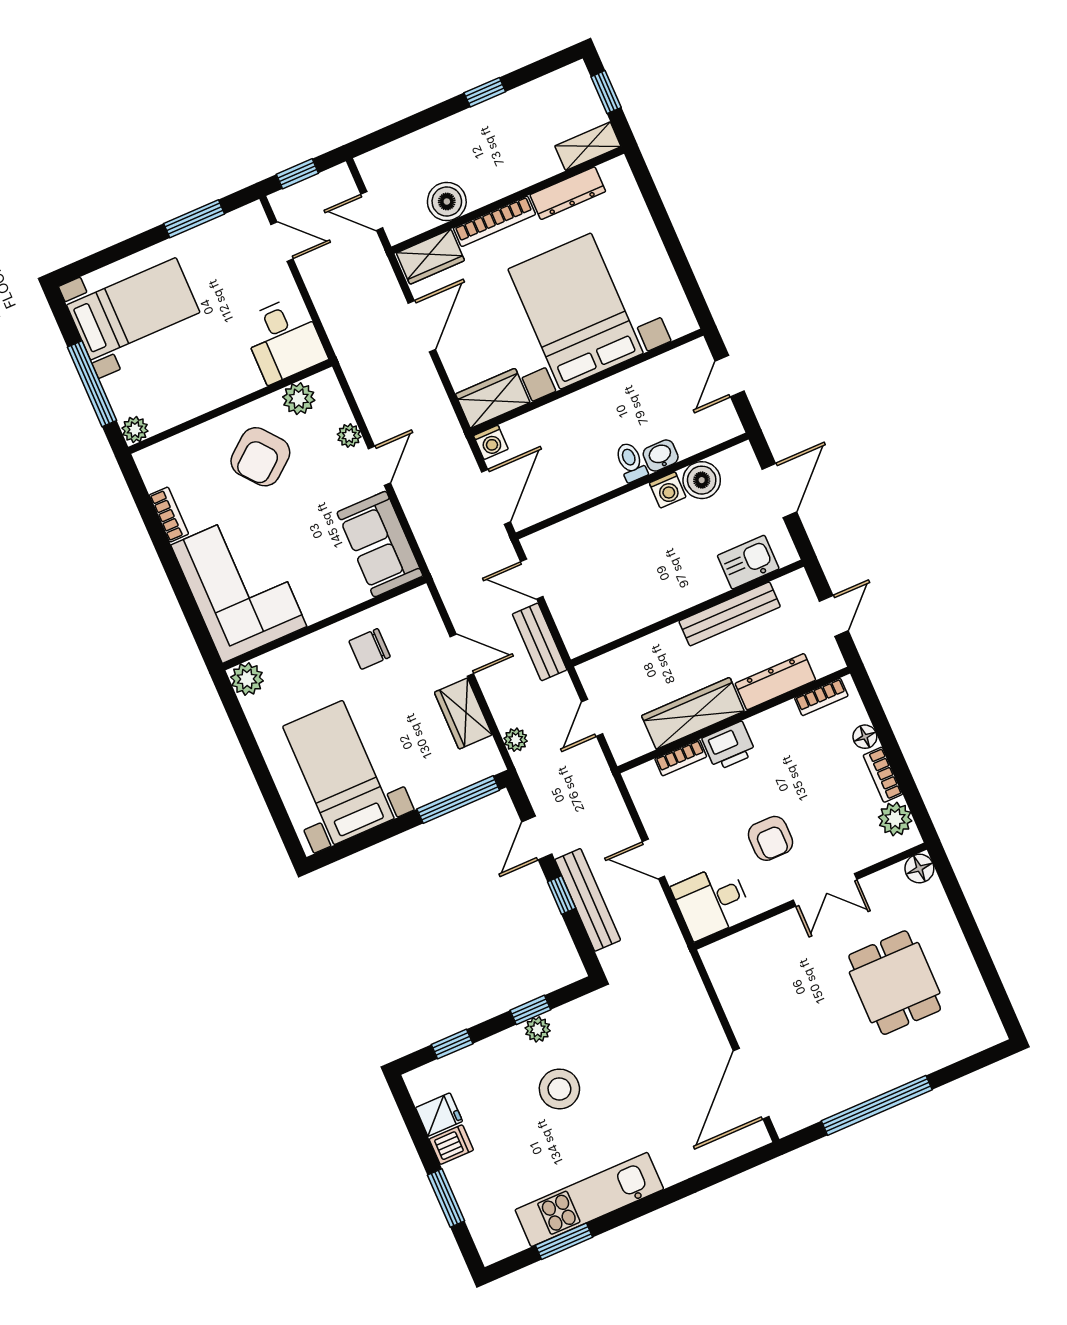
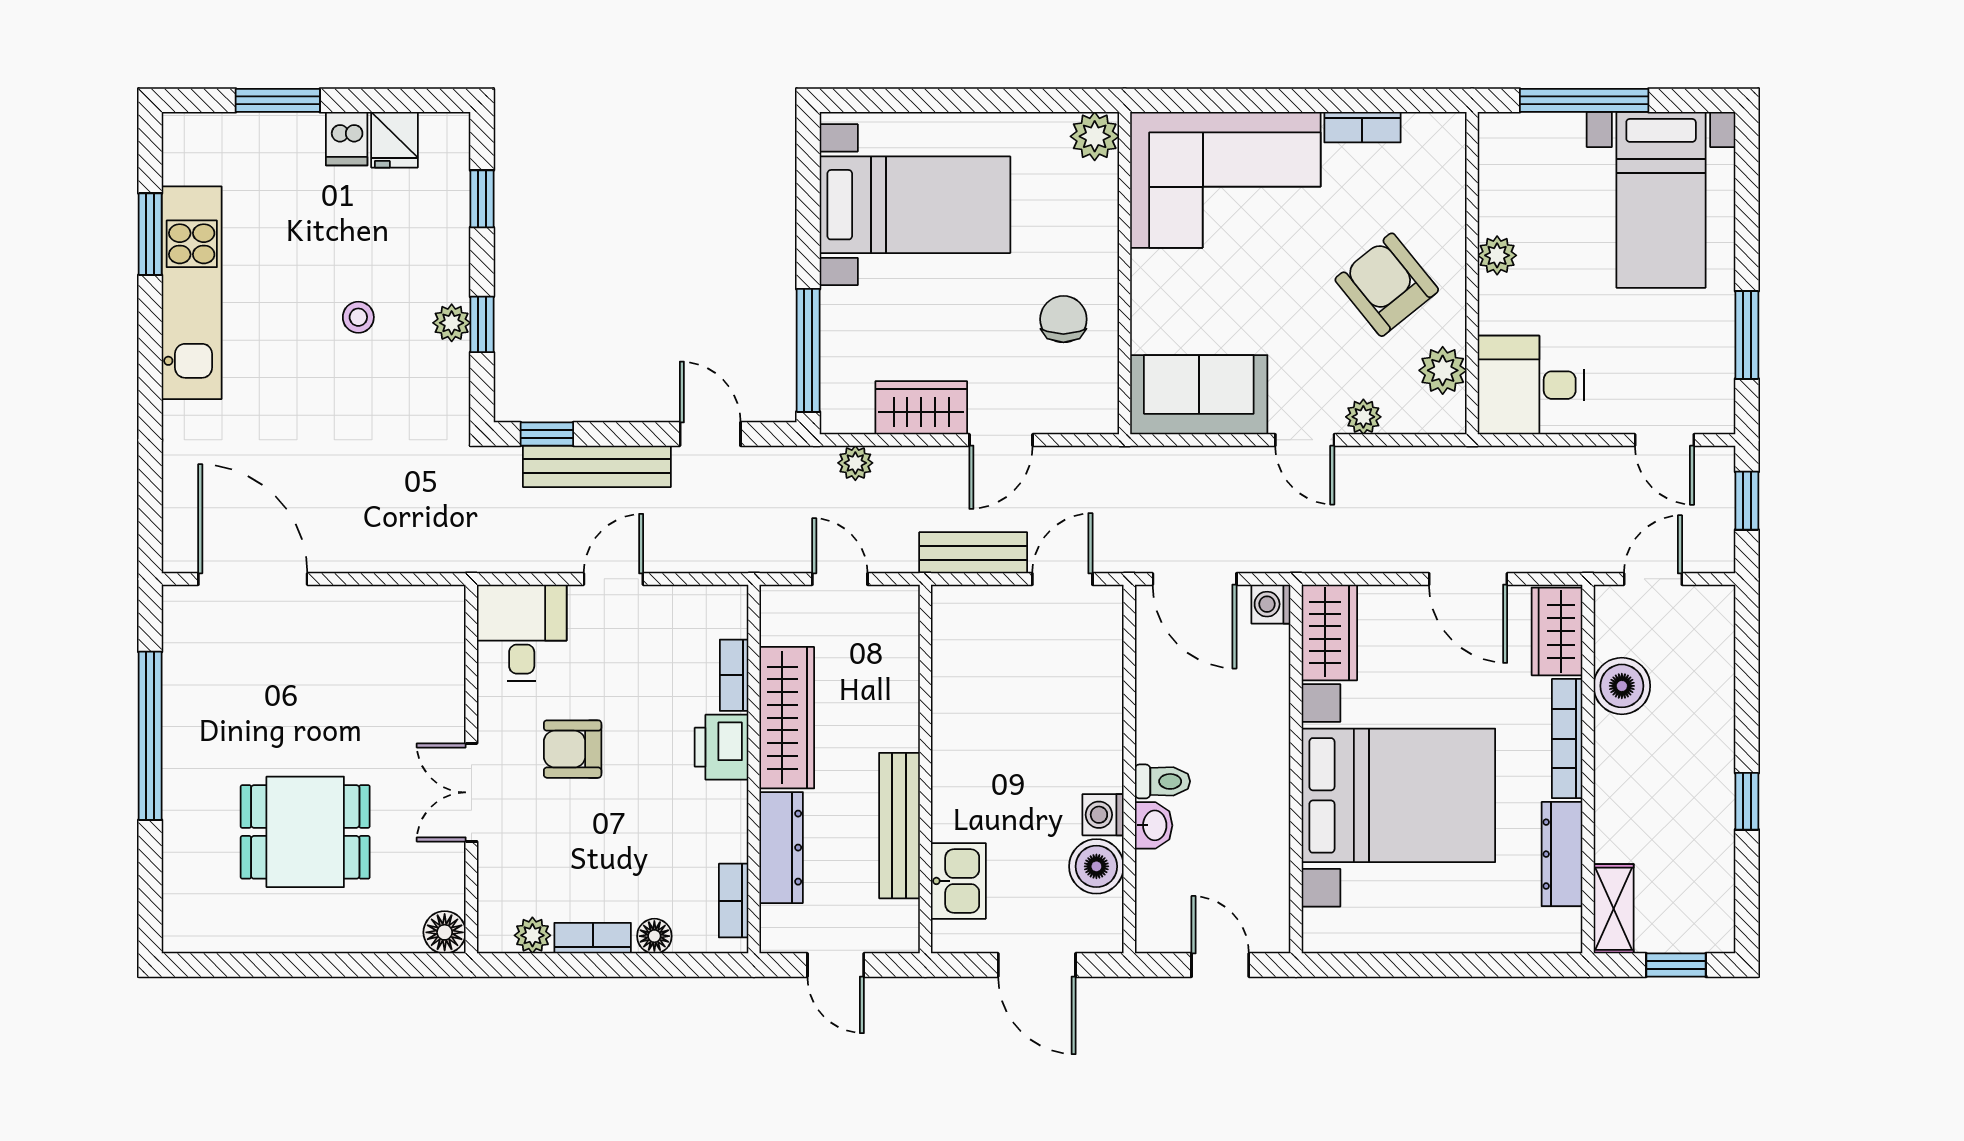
door: (282, 242) -> (1664, 440), hinge flipped
plant: (135, 430) -> (1497, 255), moved
plant: (895, 819) -> (532, 935), width x0.73, depth x0.73
window: (562, 895) -> (547, 434), moved
stool: (559, 1089) -> (358, 317), width x0.53, depth x0.53

